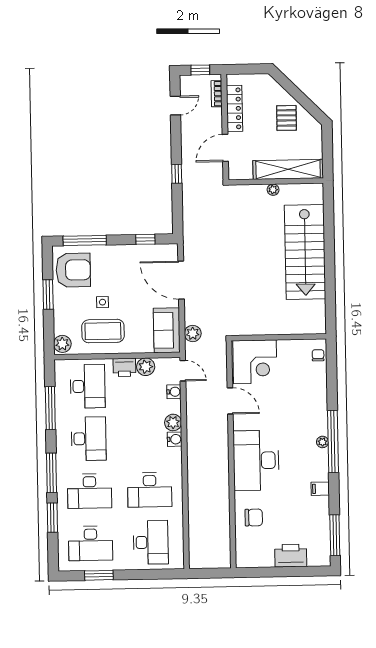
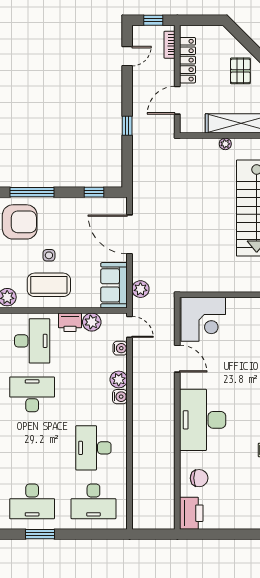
desk: (89, 439) -> (32, 394), turned -90
desk: (150, 490) -> (93, 448), turned 90
desk: (90, 491) -> (32, 448), removed
desk: (151, 542) -> (93, 501), turned 90
printer: (291, 556) -> (191, 513), moved, turned 90

